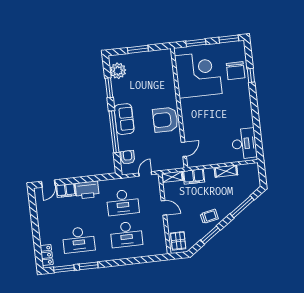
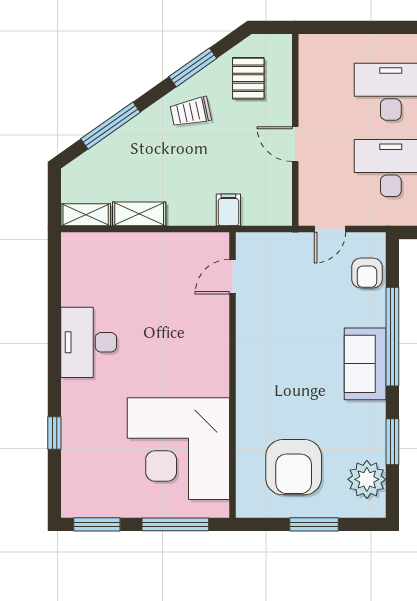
window: (196, 43) -> (175, 524), width x1.44
chair: (236, 71) -> (89, 448), removed
armchair: (165, 120) -> (294, 467), moved, turned 90
desk: (244, 144) -> (89, 342), moved
shelving: (172, 177) -> (86, 215), moved
filing cabinet: (194, 177) -> (228, 210), width x0.50
pallet: (178, 241) -> (248, 78), moved

